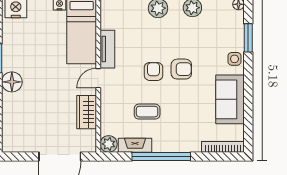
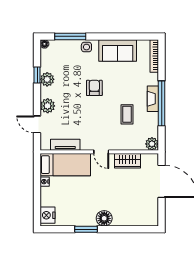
window: (248, 38) -> (70, 36), width x1.44
tv unit: (107, 49) -> (65, 145), moved
armchair: (153, 71) -> (96, 109), removed
fireplace: (135, 145) -> (153, 99), moved

